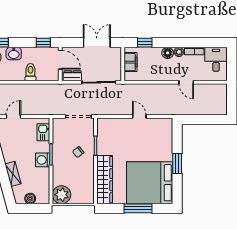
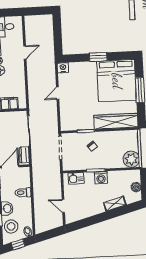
nightstand: (167, 124) -> (63, 68), added

